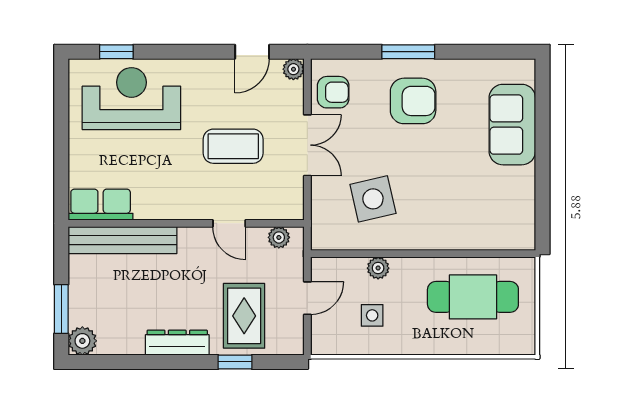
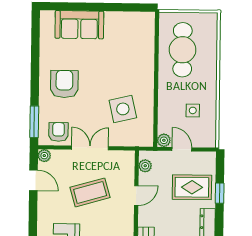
window: (408, 52) -> (34, 122), moved
coffee table: (233, 146) -> (90, 192), turned 74
plant: (378, 268) -> (164, 140), moved

